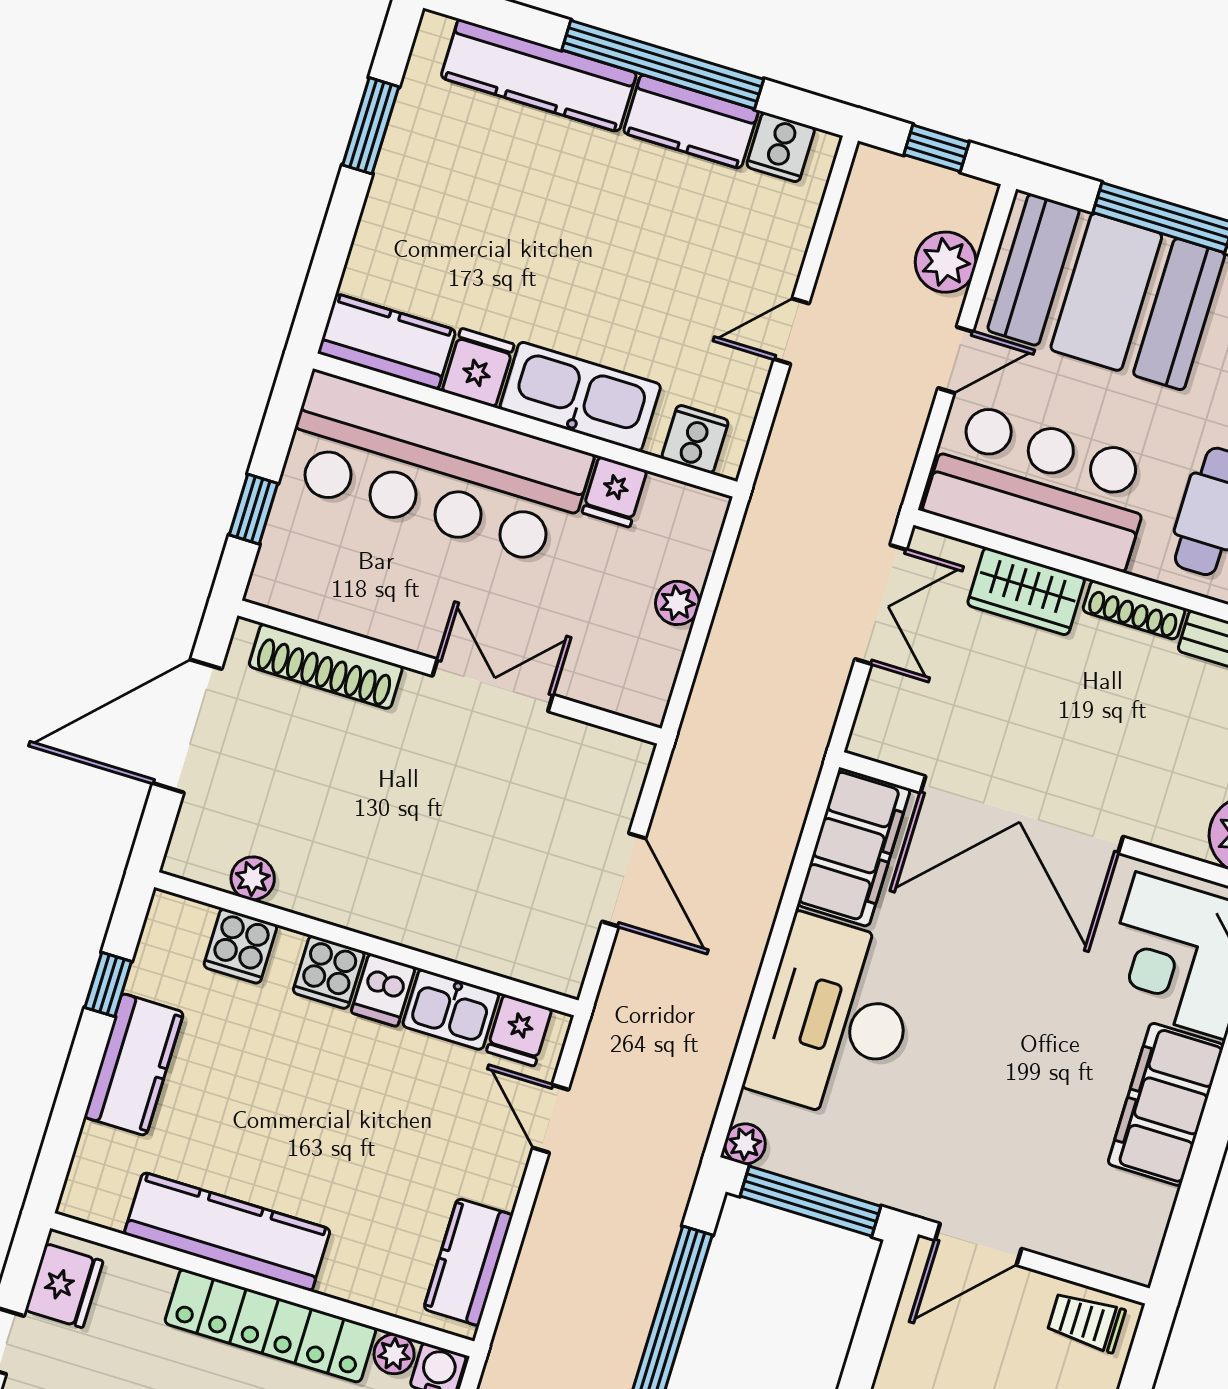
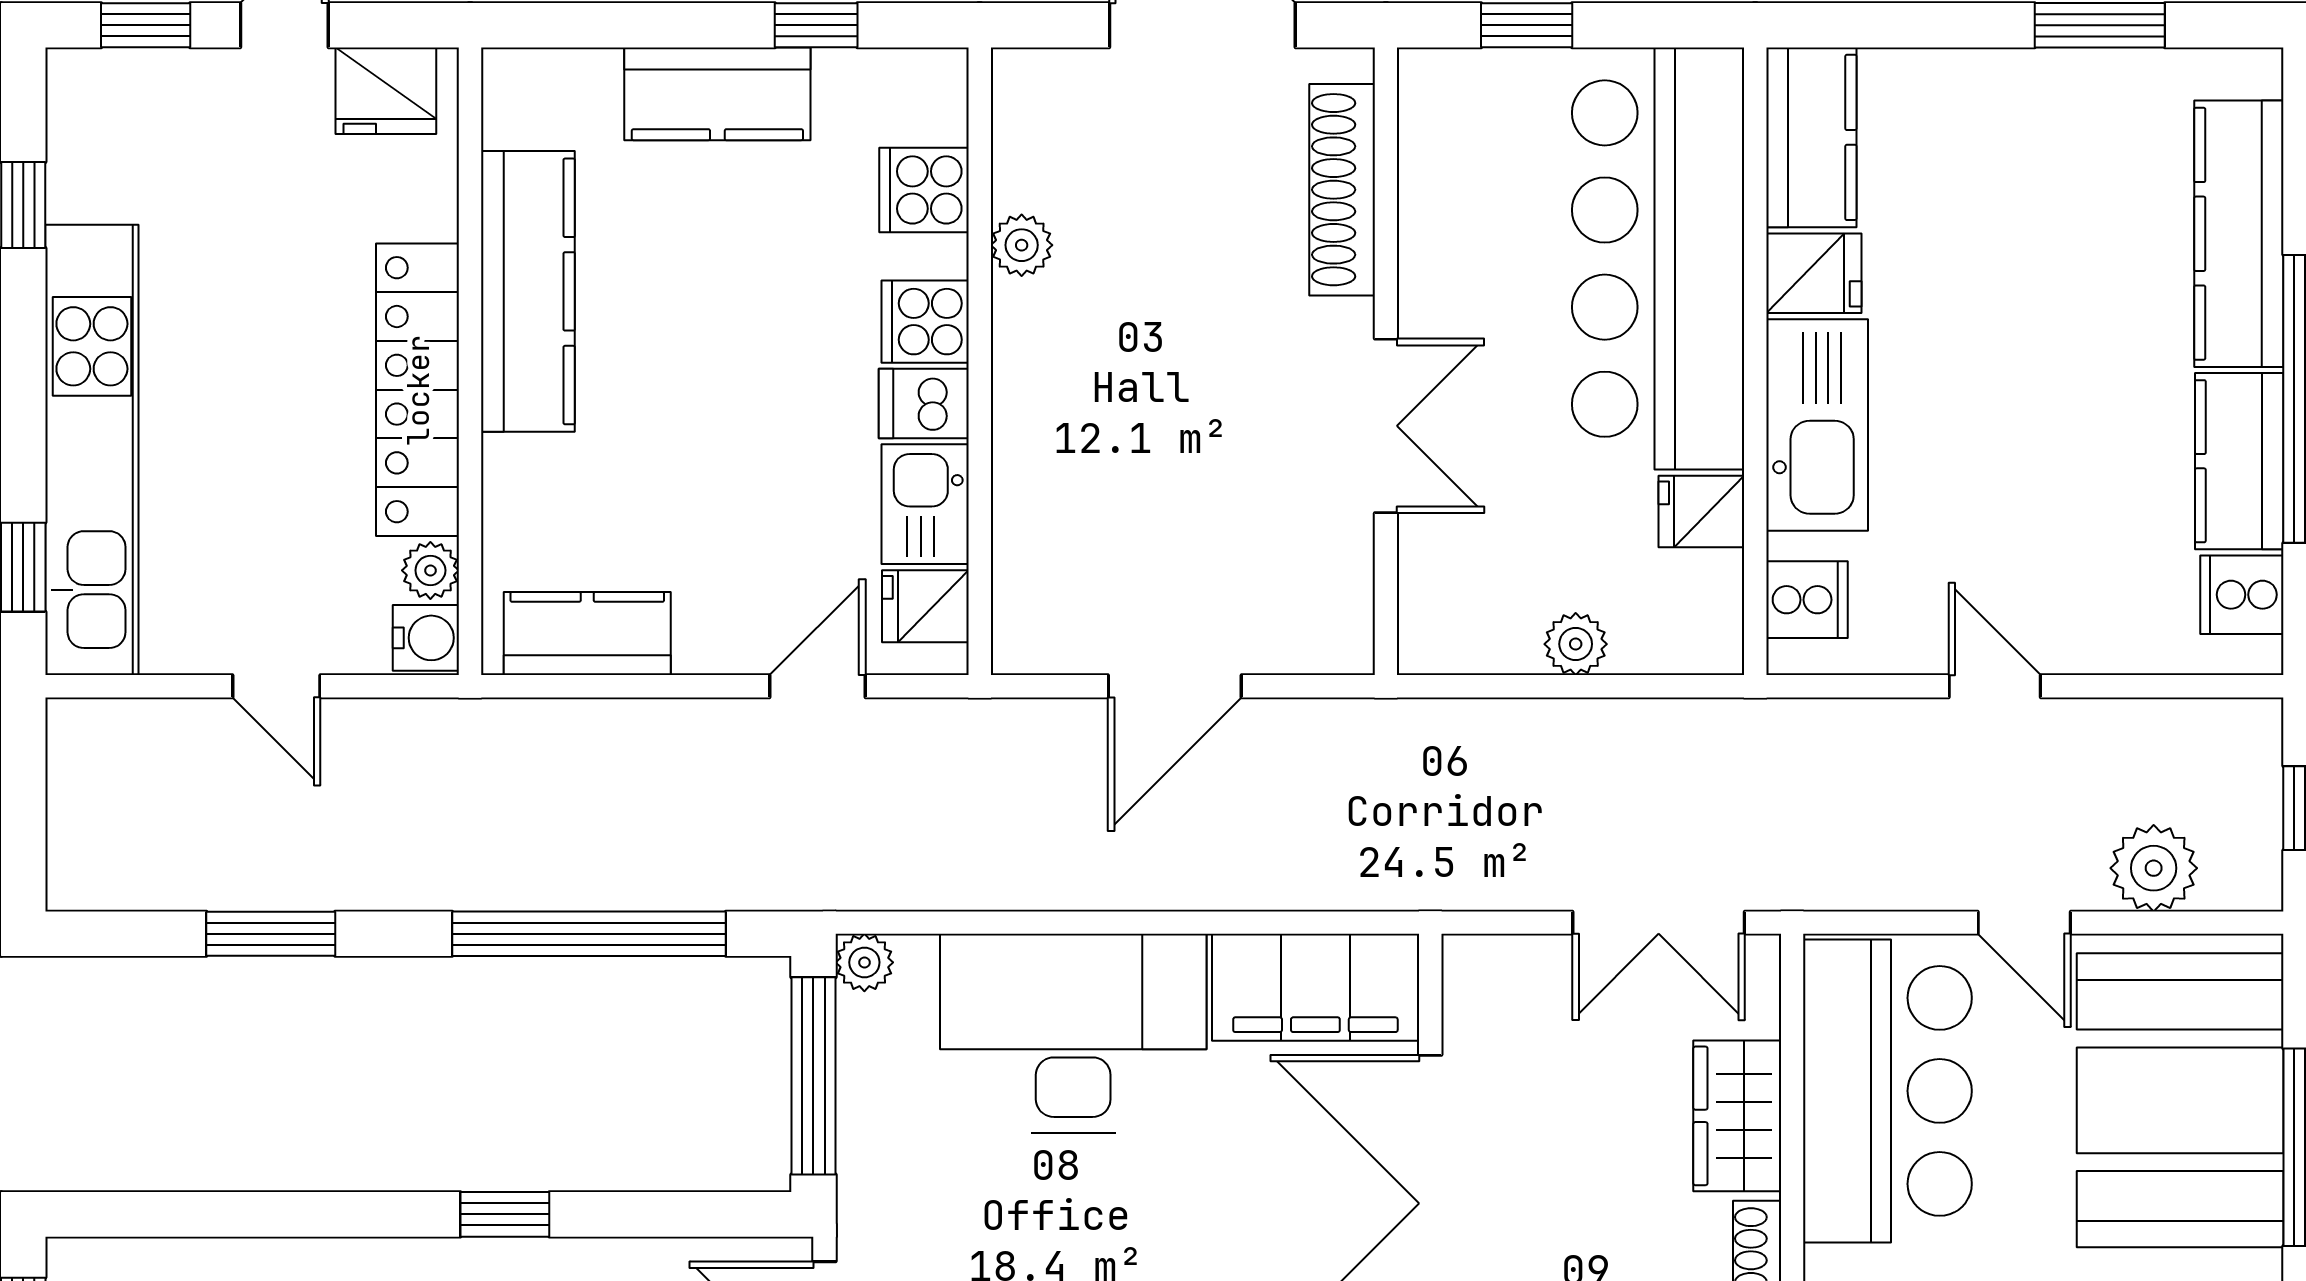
plant: (253, 878) -> (1022, 245), moved

